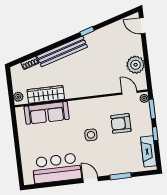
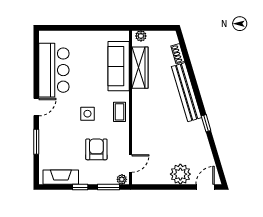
plant: (136, 65) -> (180, 174), moved
coffee table: (86, 107) -> (119, 112), added

